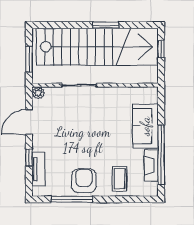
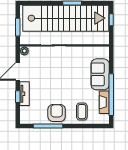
tv unit: (38, 169) -> (25, 94), moved

